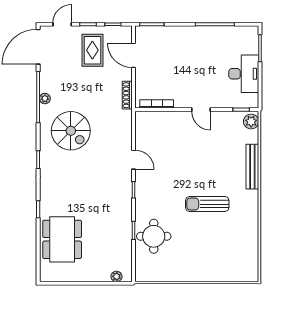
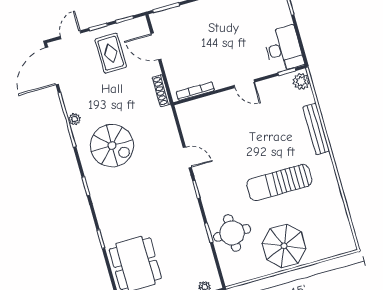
desk: (244, 74) -> (284, 49), moved
sun lounger: (207, 204) -> (279, 182), width x1.36, depth x1.34
parasol: (196, 260) -> (284, 246), added

